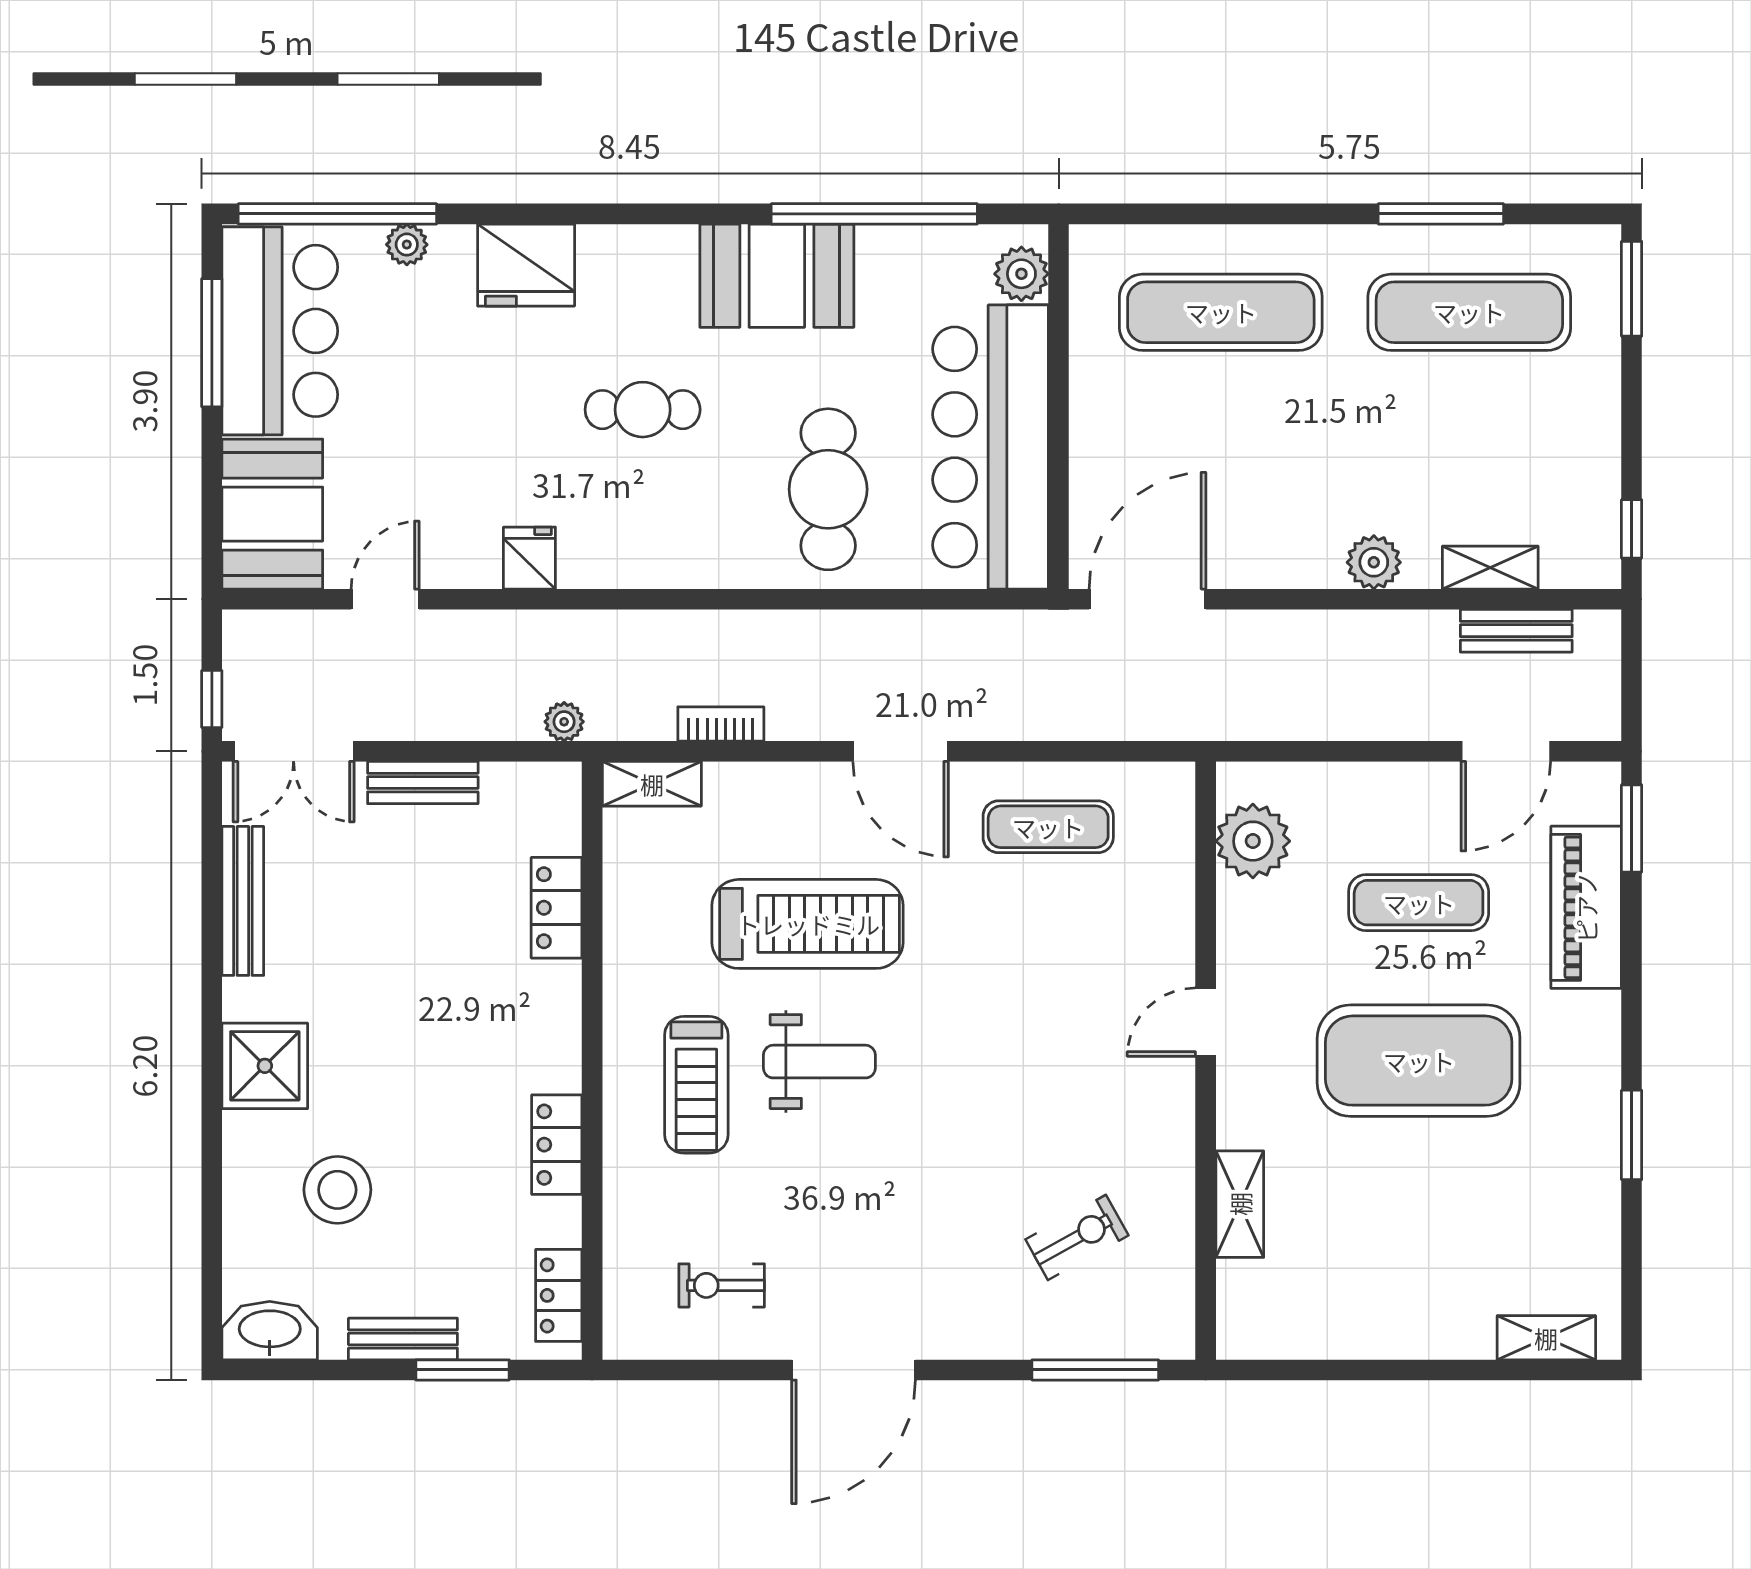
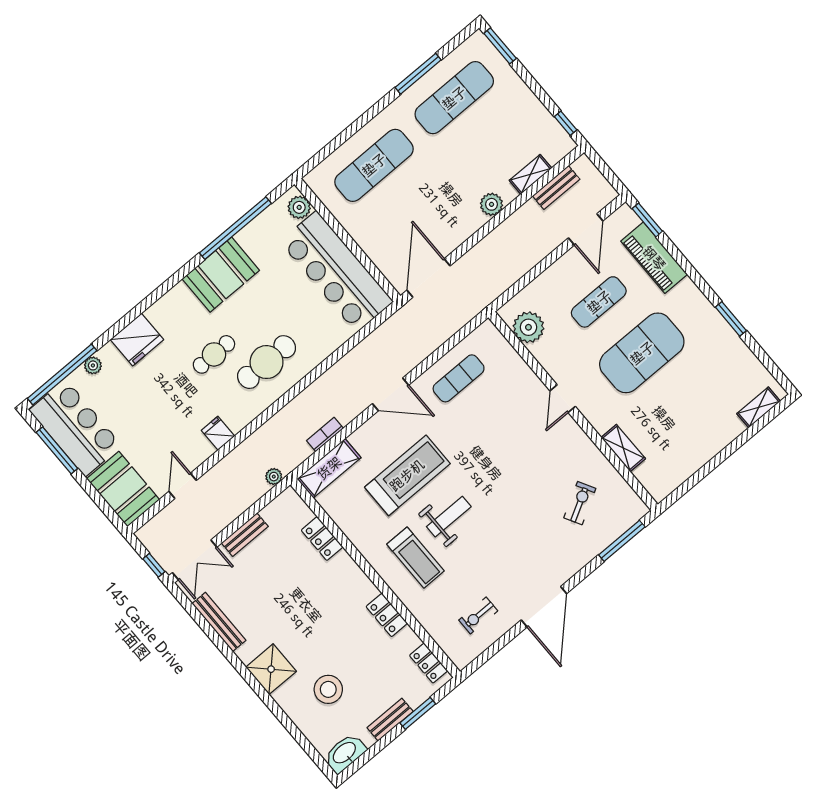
cafe table: (828, 489) -> (267, 362), moved, turned 90
shelving: (652, 784) -> (329, 468), width x1.50, depth x1.33

